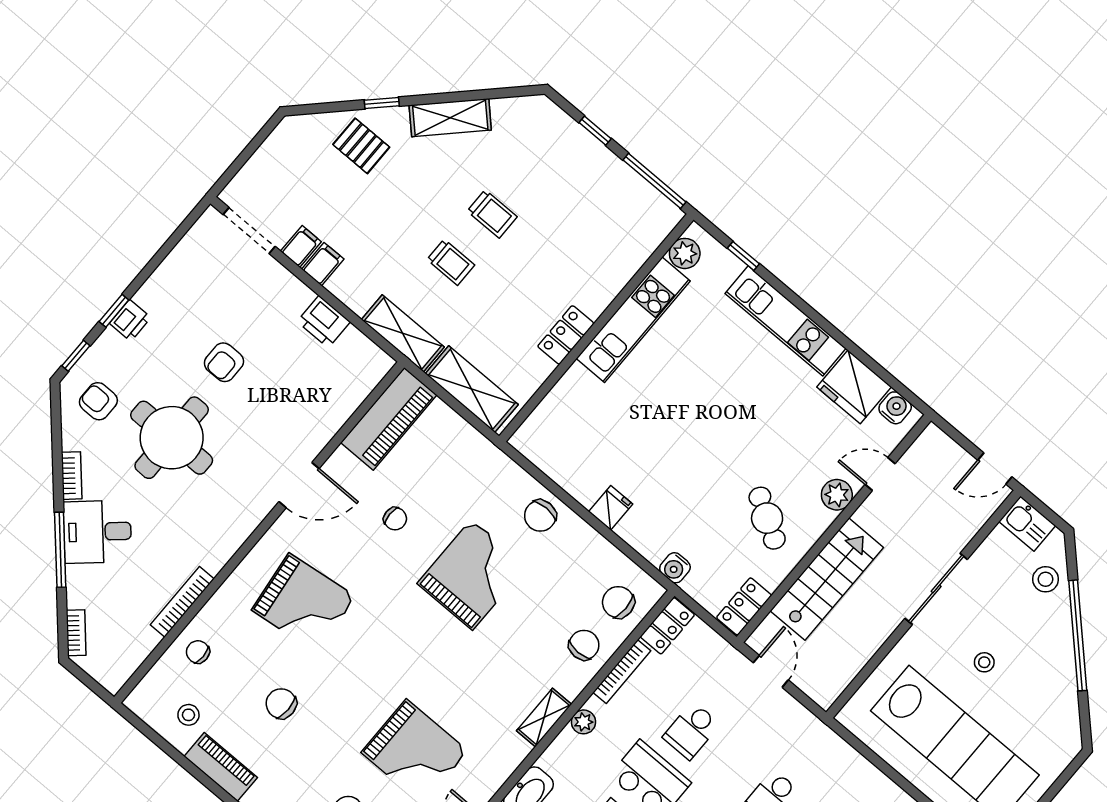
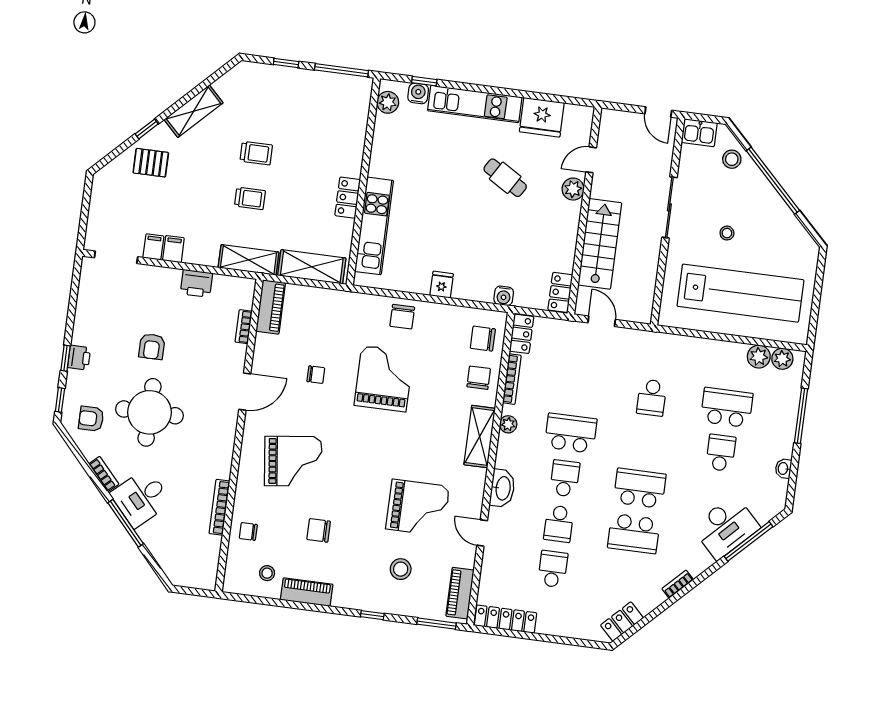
kitchen unit: (633, 320) -> (374, 226), moved
water cooler: (895, 408) -> (418, 93), moved
piano: (389, 419) -> (271, 307), width x0.73, depth x0.75
door: (995, 469) -> (658, 112), hinge flipped
cafe table: (767, 518) -> (505, 178), moved
bookcase: (76, 633) -> (244, 327), moved, turned -138
shelving: (544, 717) -> (480, 437), width x1.50, depth x1.33
school desk: (691, 731) -> (577, 388), removed

